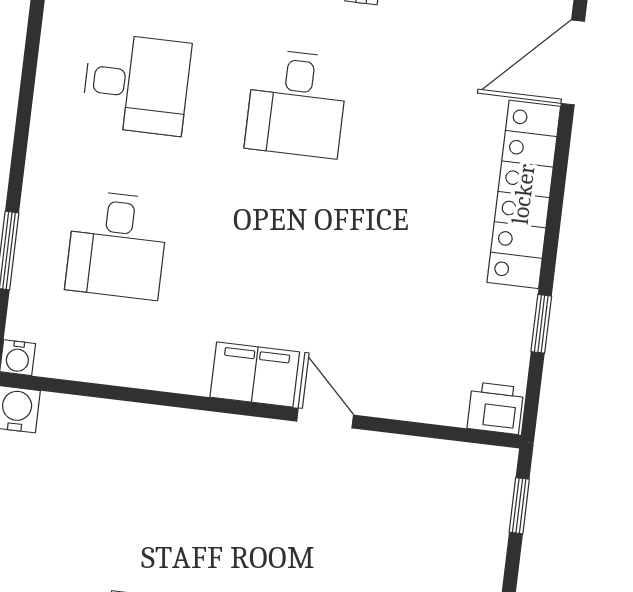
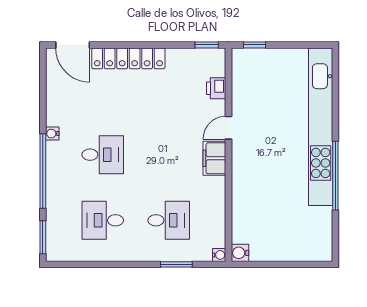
desk: (136, 84) -> (103, 220), turned -90
window: (541, 324) -> (207, 45), moved
printer: (495, 408) -> (216, 88), moved

